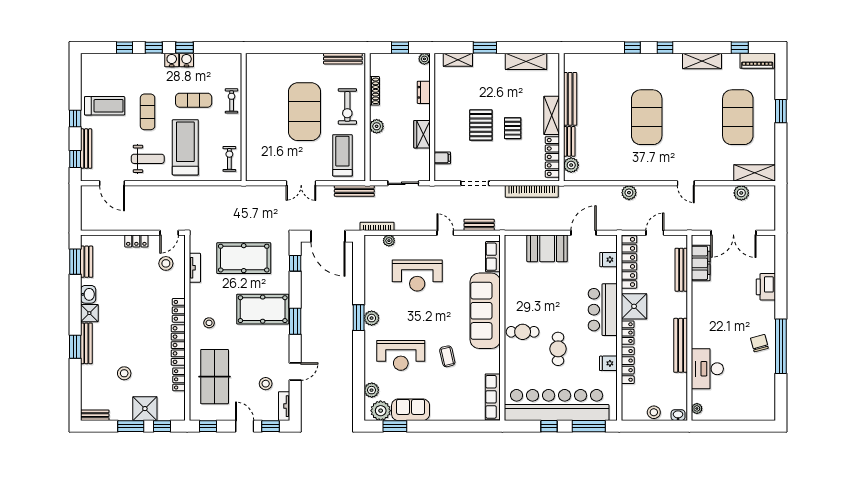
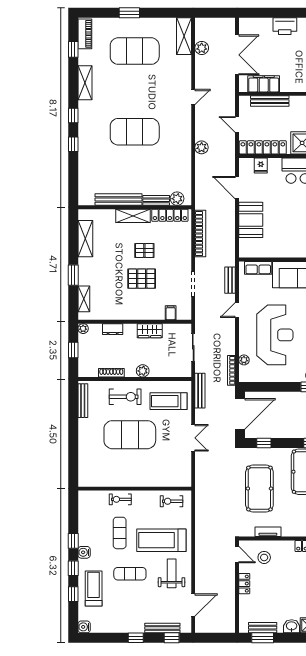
water cooler: (186, 60) -> (84, 627), moved
treadmill: (105, 106) -> (94, 588), moved
reception desk: (417, 276) -> (275, 335), width x1.36, depth x1.30

